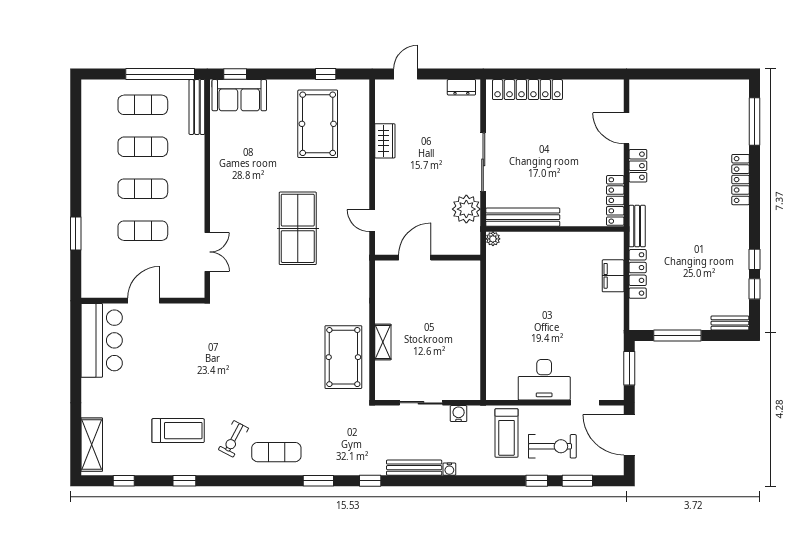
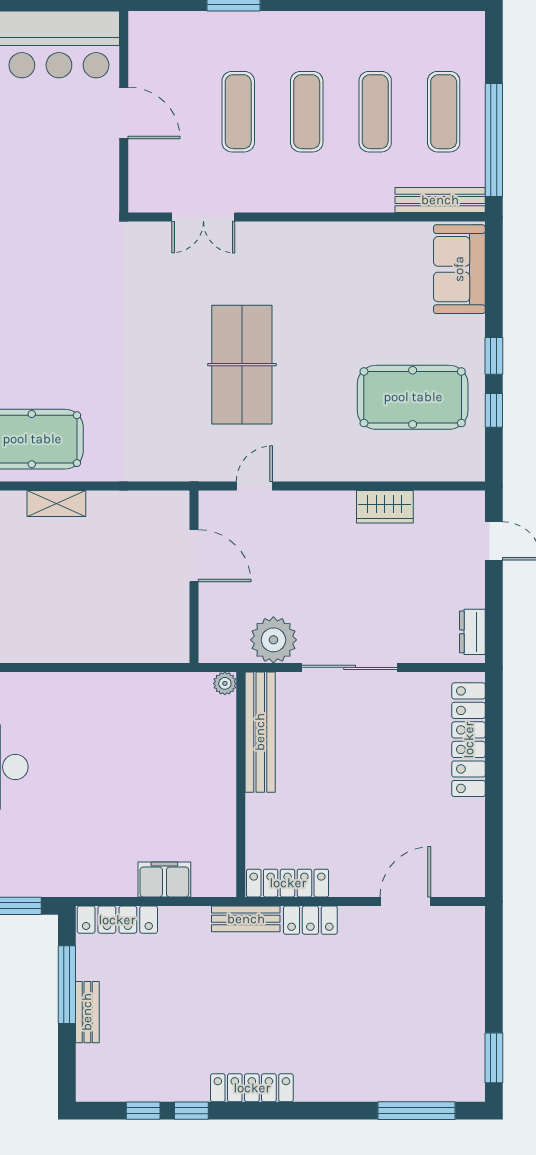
window: (235, 74) -> (494, 356), moved
window: (722, 74) -> (494, 1058), added
locker: (638, 166) -> (310, 920), moved
locker: (741, 180) -> (252, 1088), moved
table tennis table: (298, 228) -> (242, 365), turned 90
locker: (638, 274) -> (117, 920), moved
bench: (730, 323) -> (87, 1012), moved

